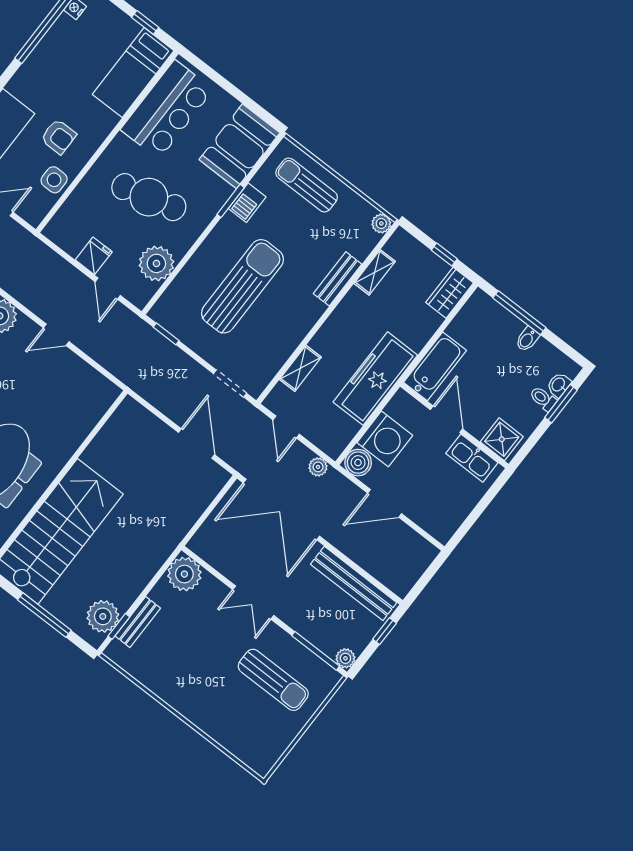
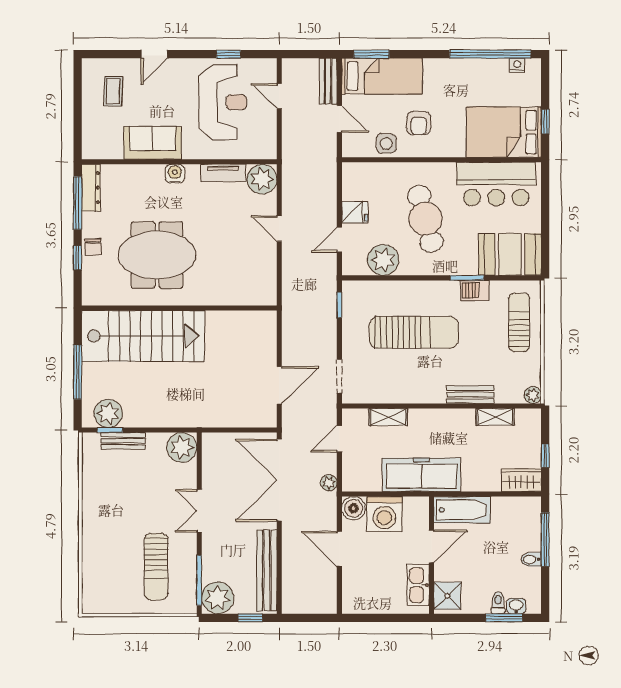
bed: (133, 73) -> (504, 132), width x1.50
plant: (345, 658) -> (218, 598), width x1.87, depth x1.87

